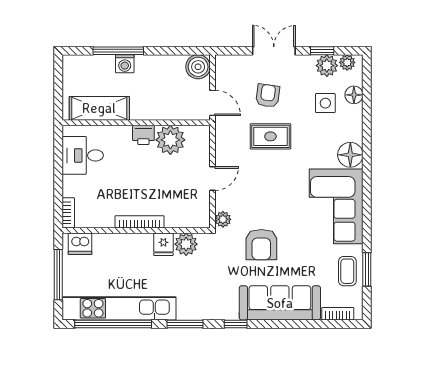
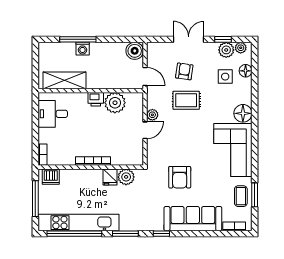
plant: (223, 219) -> (152, 115), moved

